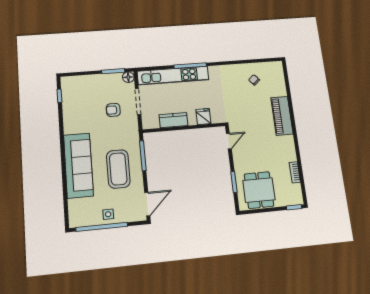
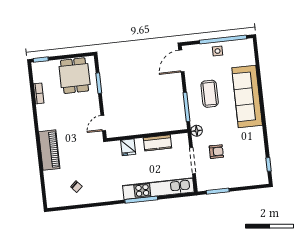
floor lamp: (128, 77) -> (197, 131), moved
coffee table: (118, 169) -> (210, 94), width x0.73, depth x0.76

